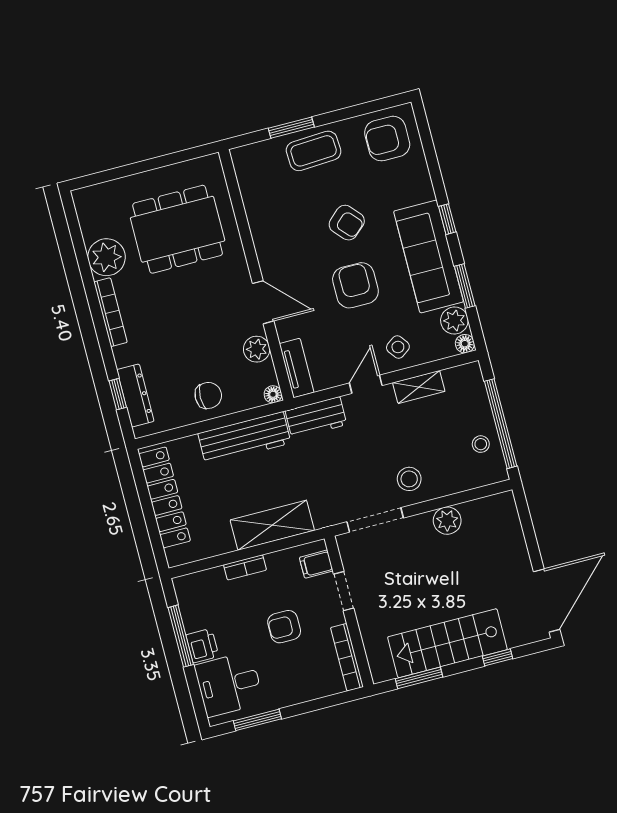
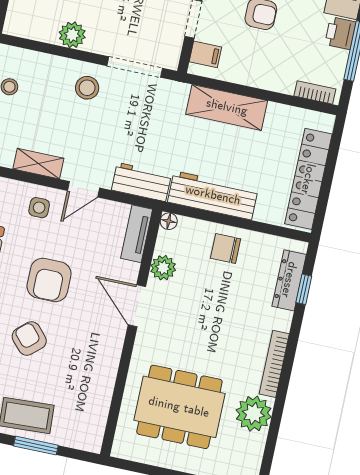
side table: (398, 347) -> (39, 208), turned 36
bookcase: (245, 567) -> (315, 92), moved

